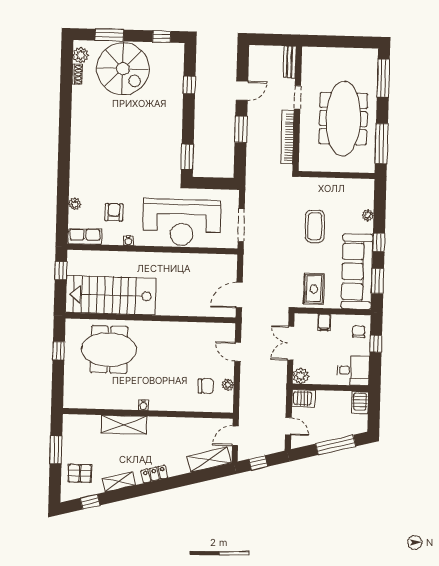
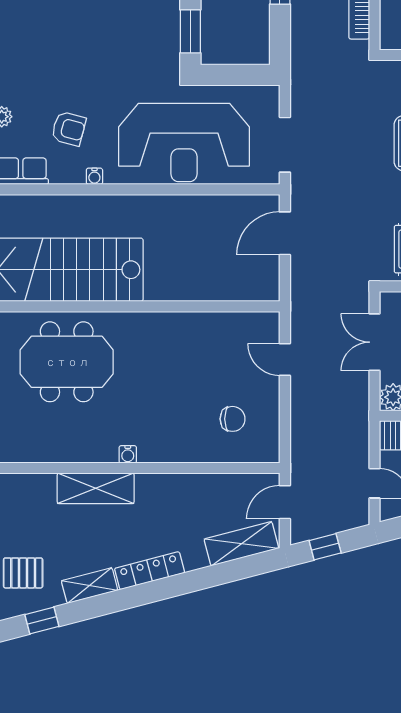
armchair: (114, 212) -> (69, 129), turned 105
door: (239, 295) -> (285, 233), moved
plant: (228, 385) -> (270, 416), removed
locker: (154, 474) -> (150, 571), width x1.53

